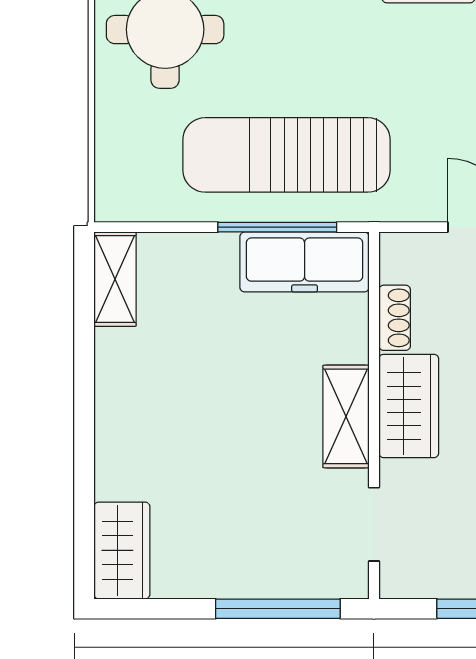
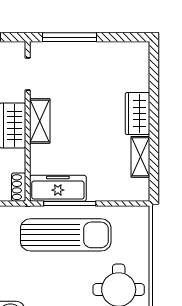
shelving: (115, 279) -> (140, 157), moved
shoe rack: (395, 318) -> (19, 187), moved
wardrobe: (122, 550) -> (137, 114), moved

